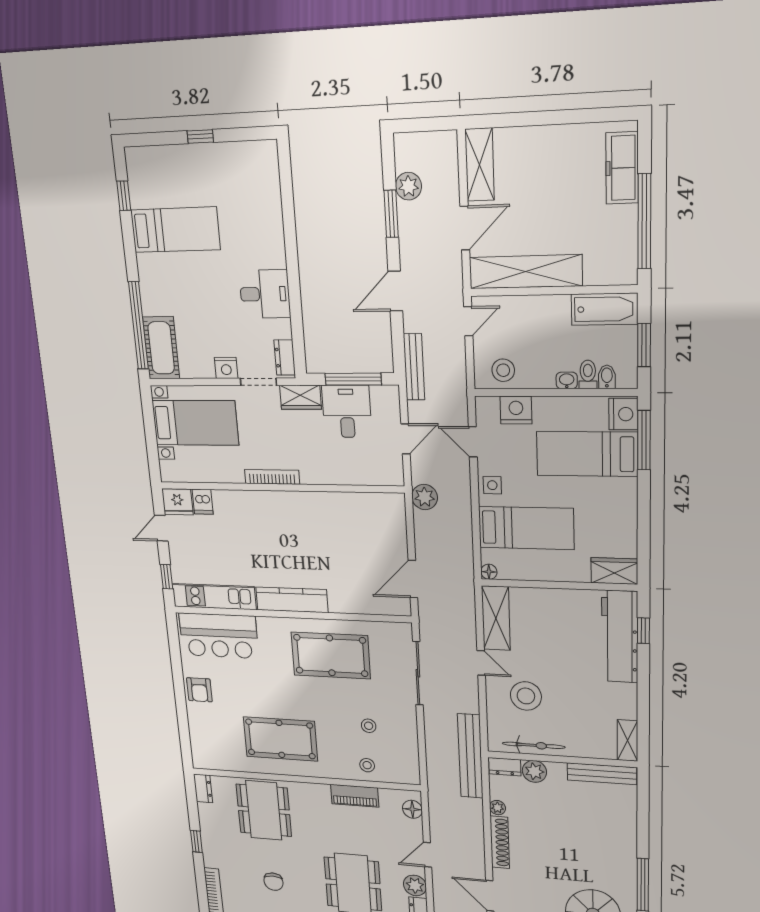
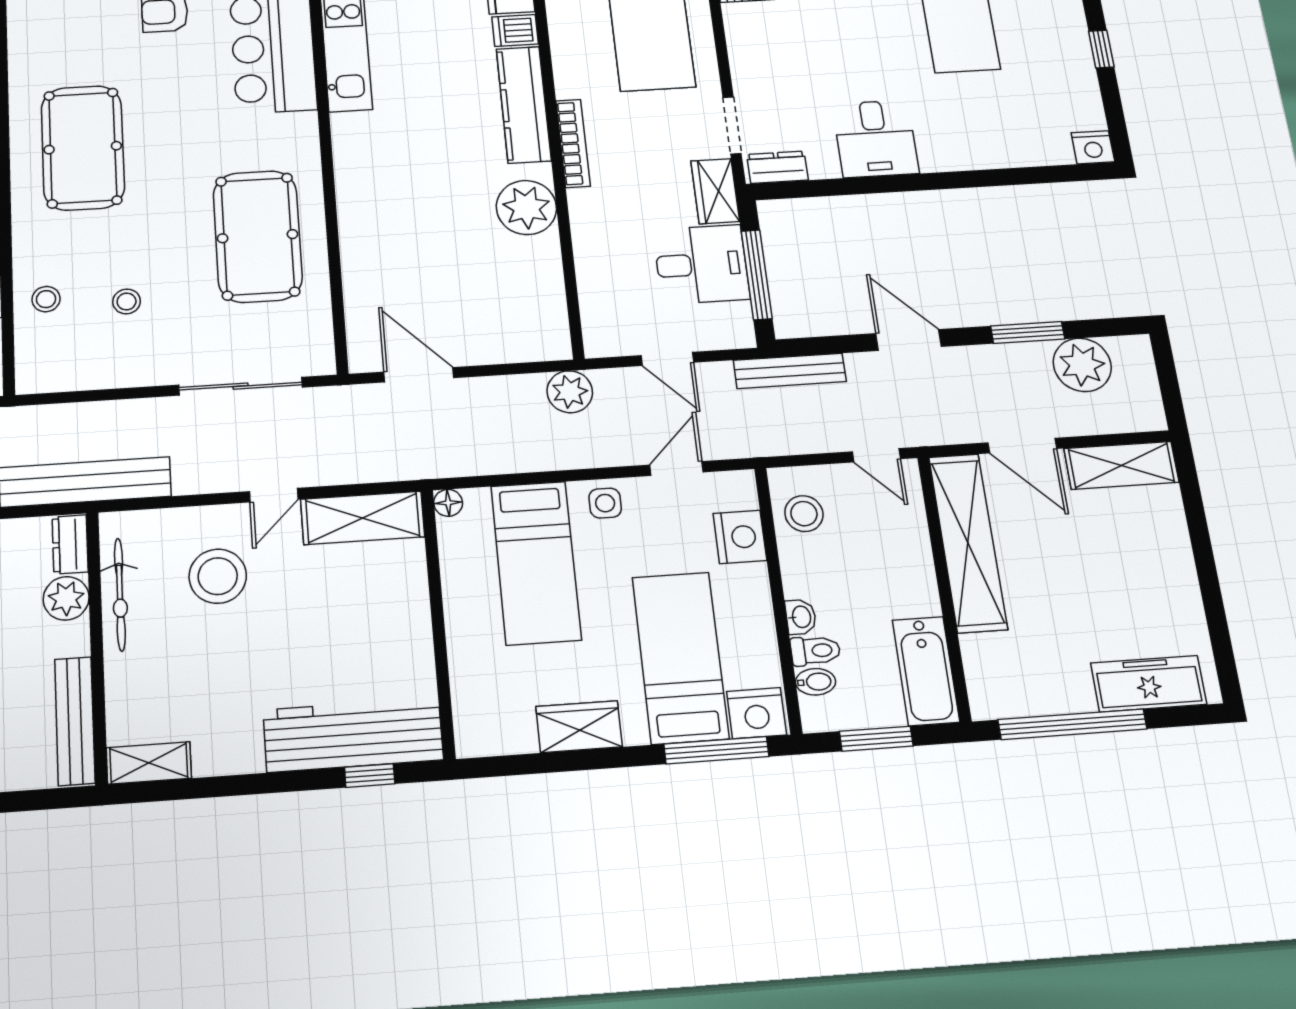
plant: (408, 186) -> (1082, 365), width x1.36, depth x1.36
nightstand: (226, 368) -> (1093, 147), moved, turned -90
plant: (312, 508) -> (526, 207), added
wardrobe: (614, 571) -> (579, 727), moved, turned -90
kitchen counter: (292, 600) -> (524, 105), moved, turned 180

